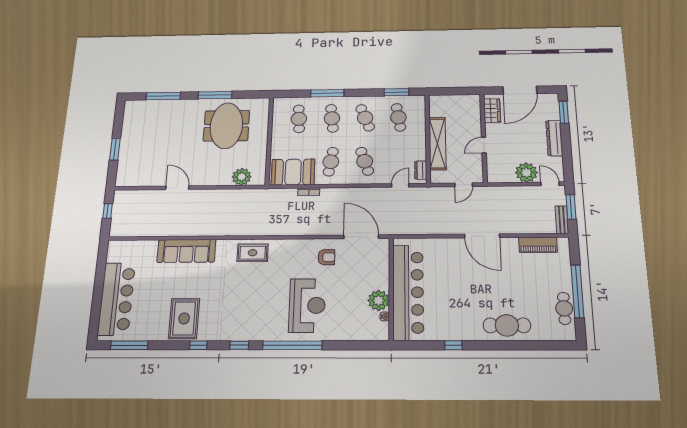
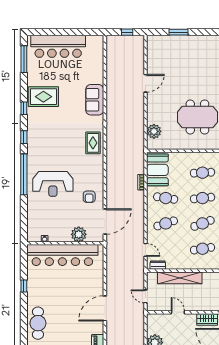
sofa: (186, 251) -> (95, 100), width x0.73
plant: (379, 300) -> (79, 234), moved

